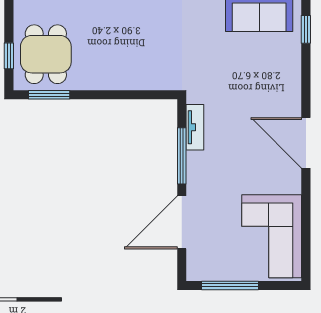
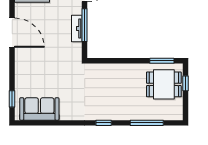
dining table: (46, 54) -> (164, 84), turned 90
tv unit: (195, 127) -> (77, 28), moved

